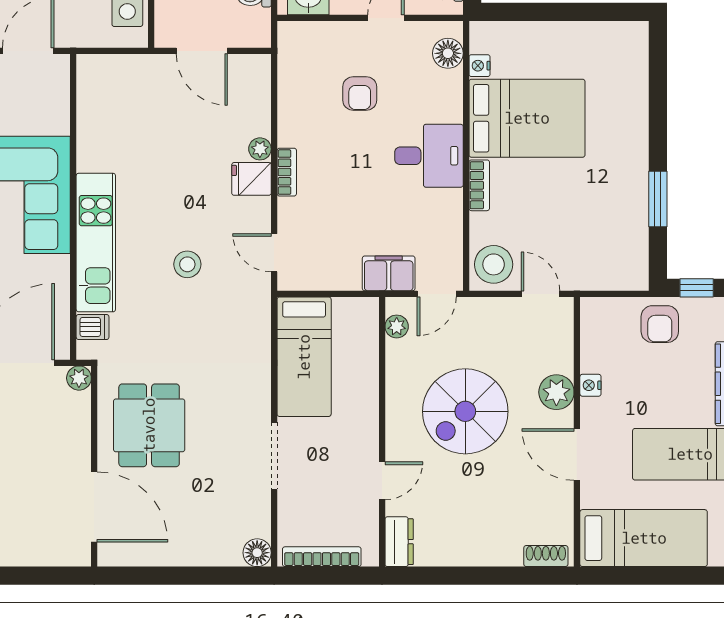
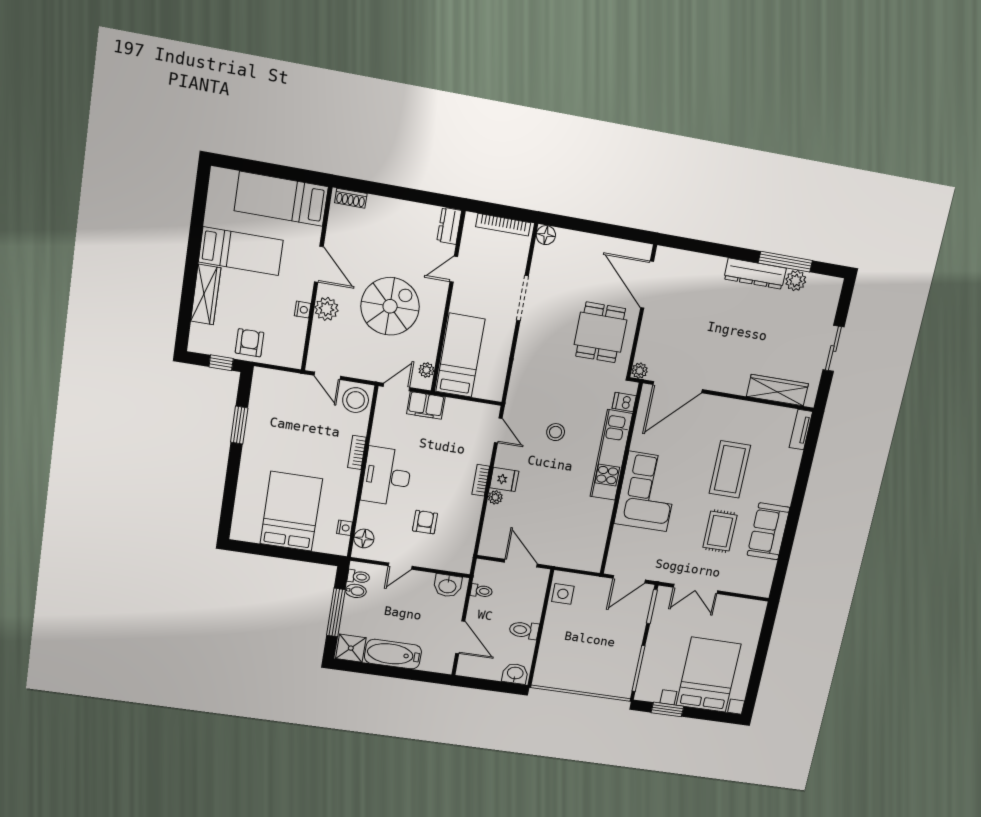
bed: (527, 118) -> (291, 511), moved, turned 90
desk: (429, 156) -> (387, 476), width x1.37
bed: (304, 357) -> (460, 355), moved

